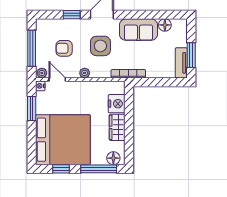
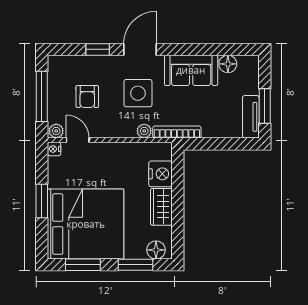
armchair: (64, 48) -> (87, 97), turned -90
plant: (85, 73) -> (144, 131), moved
window: (32, 108) -> (42, 201), moved
window: (61, 169) -> (83, 265), width x1.50
window: (99, 169) -> (135, 265), width x0.69

